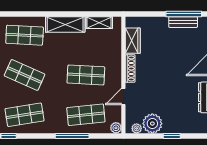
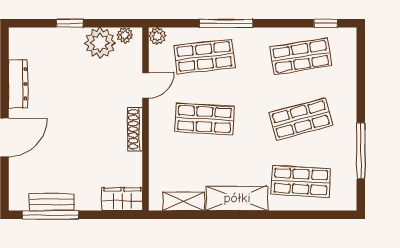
wardrobe: (133, 41) -> (122, 199), moved, turned 90
shop shelf: (25, 75) -> (301, 119), turned -39

